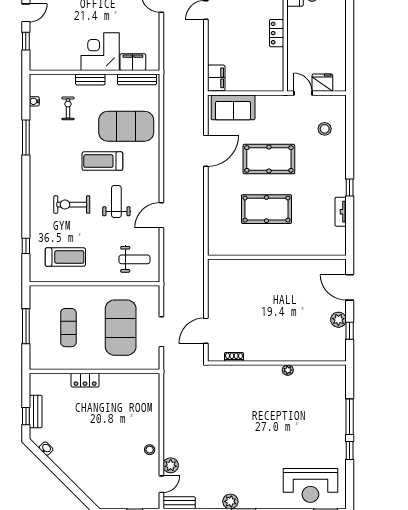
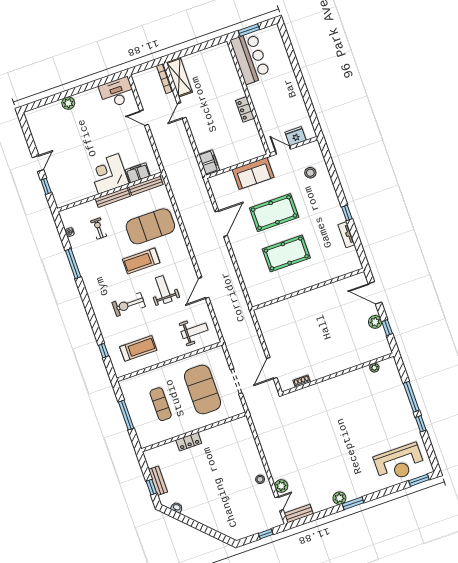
bench: (90, 79) -> (113, 197), width x1.36
sofa: (233, 107) -> (253, 173), moved
plant: (288, 370) -> (374, 368), moved

